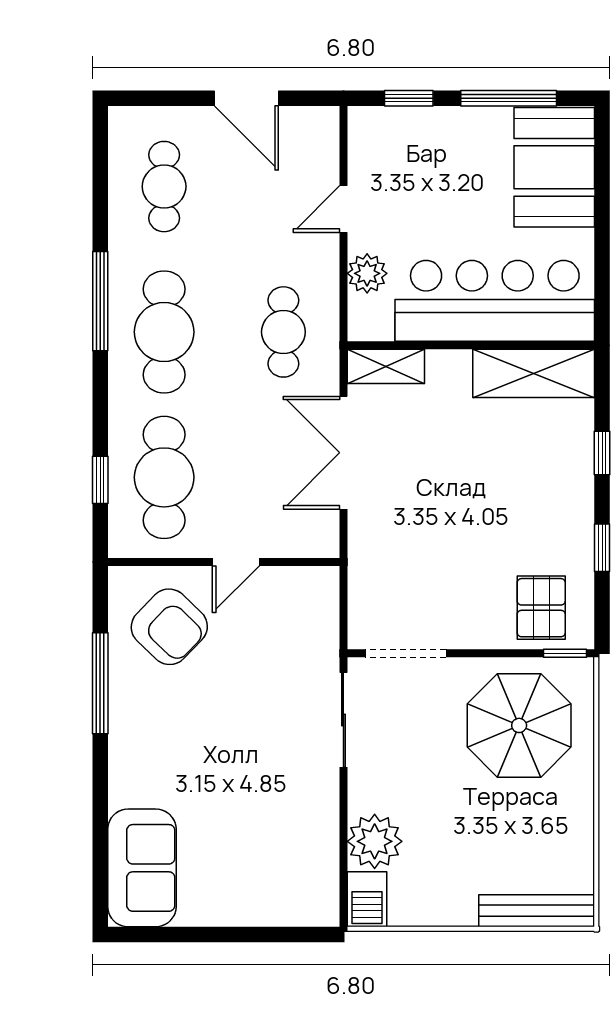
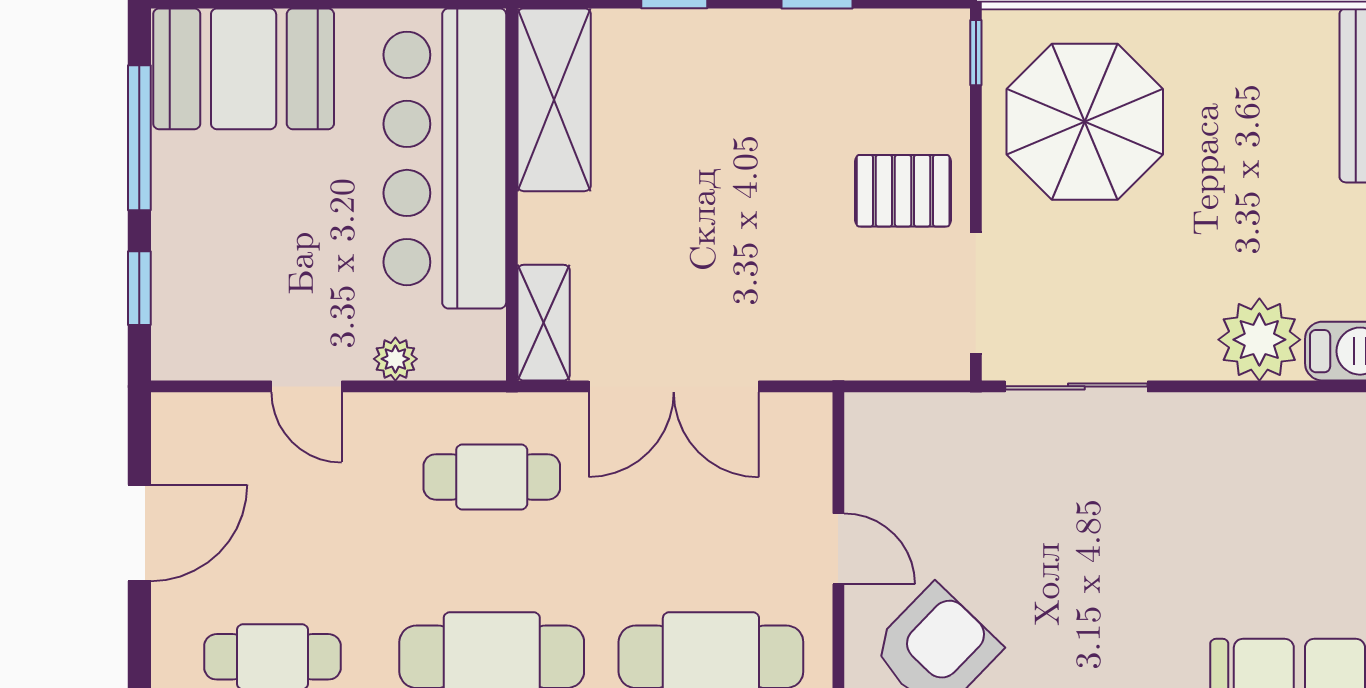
plant: (367, 273) -> (395, 359), width x0.73, depth x0.73
pallet: (541, 608) -> (903, 191), moved

